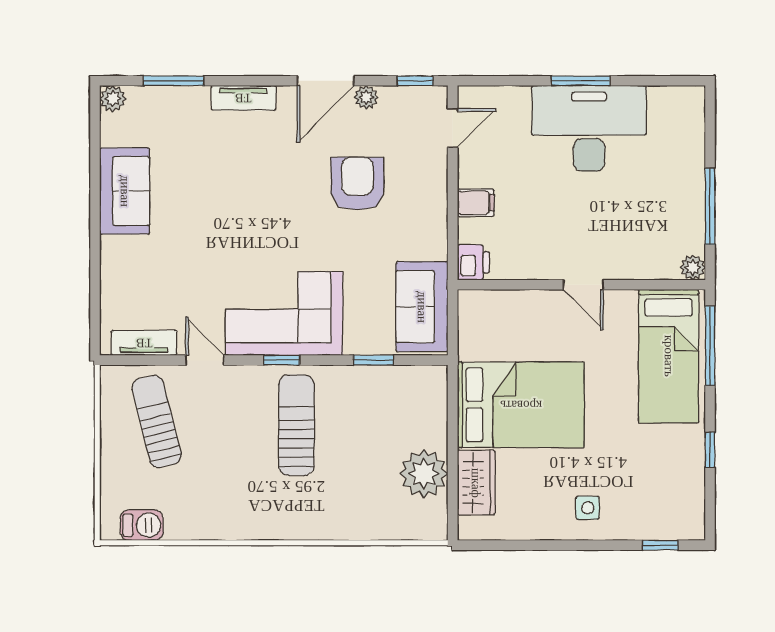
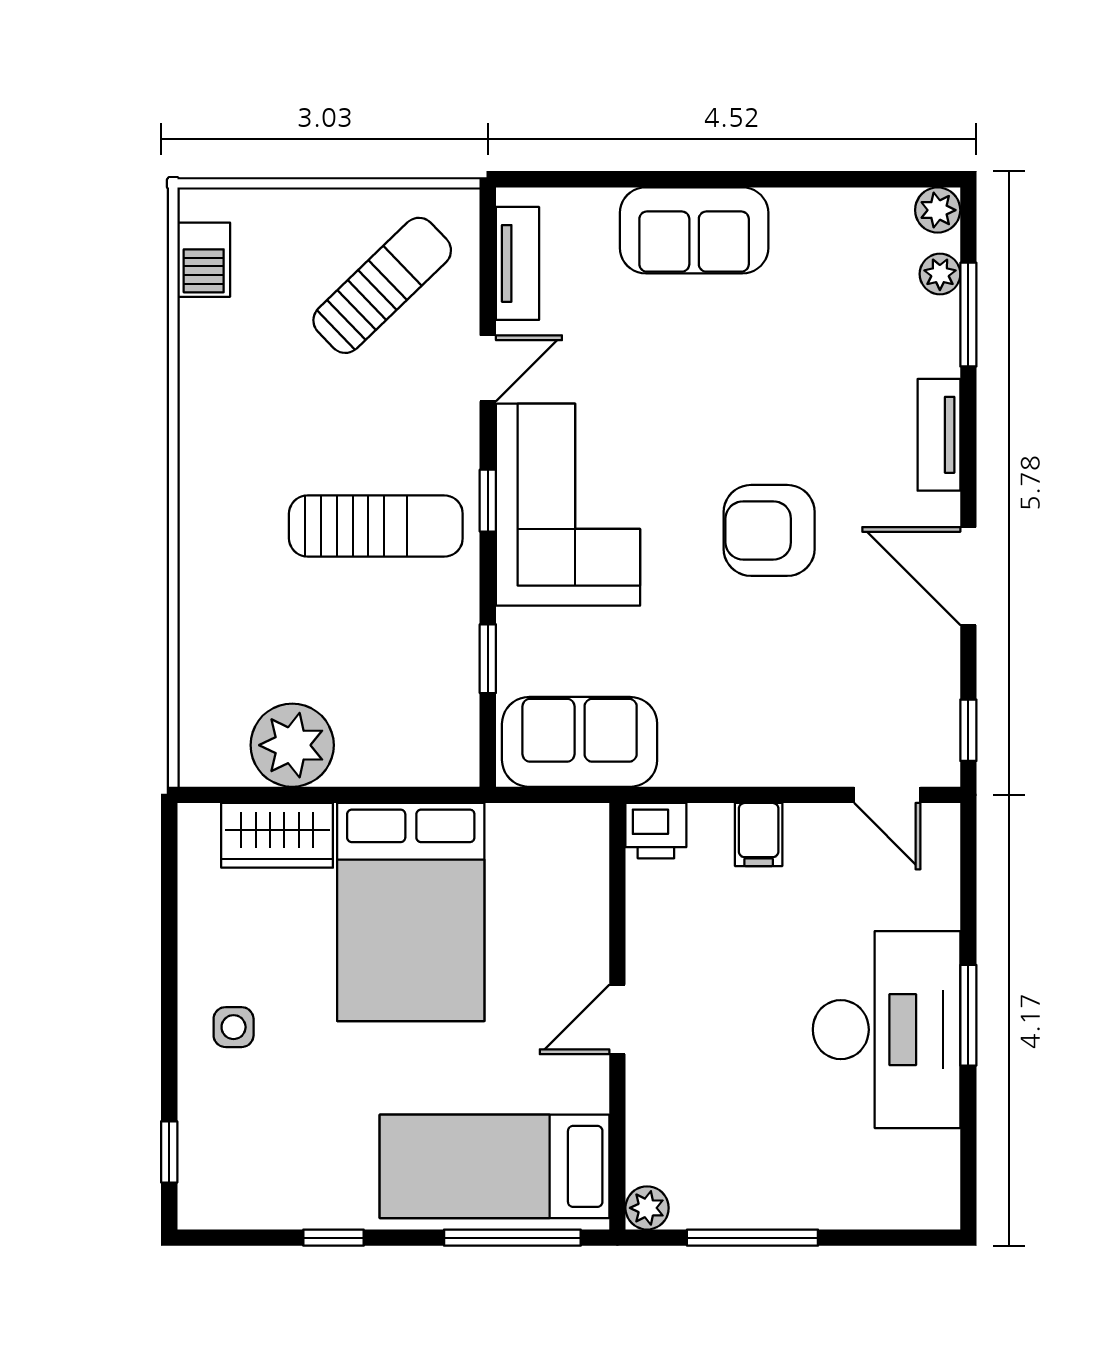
plant: (366, 97) -> (940, 274), moved
armchair: (357, 184) -> (769, 530), moved, turned 180
sofa: (125, 191) -> (694, 230), moved
sun lounger: (157, 421) -> (382, 285), turned -30

